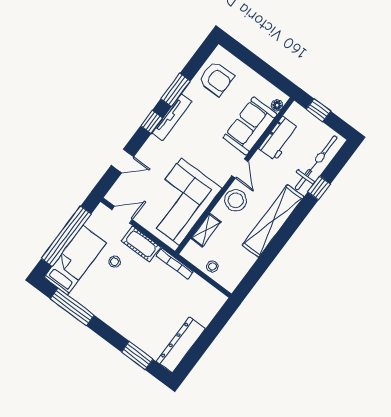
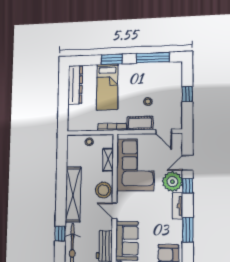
tv unit: (172, 117) -> (177, 206), width x0.71
window: (152, 122) -> (188, 186), moved
plant: (154, 153) -> (172, 182), added
door: (122, 215) -> (164, 131), hinge flipped
window: (66, 236) -> (187, 94), width x0.32
bed: (75, 260) -> (107, 87), moved
window: (137, 356) -> (112, 59), moved

